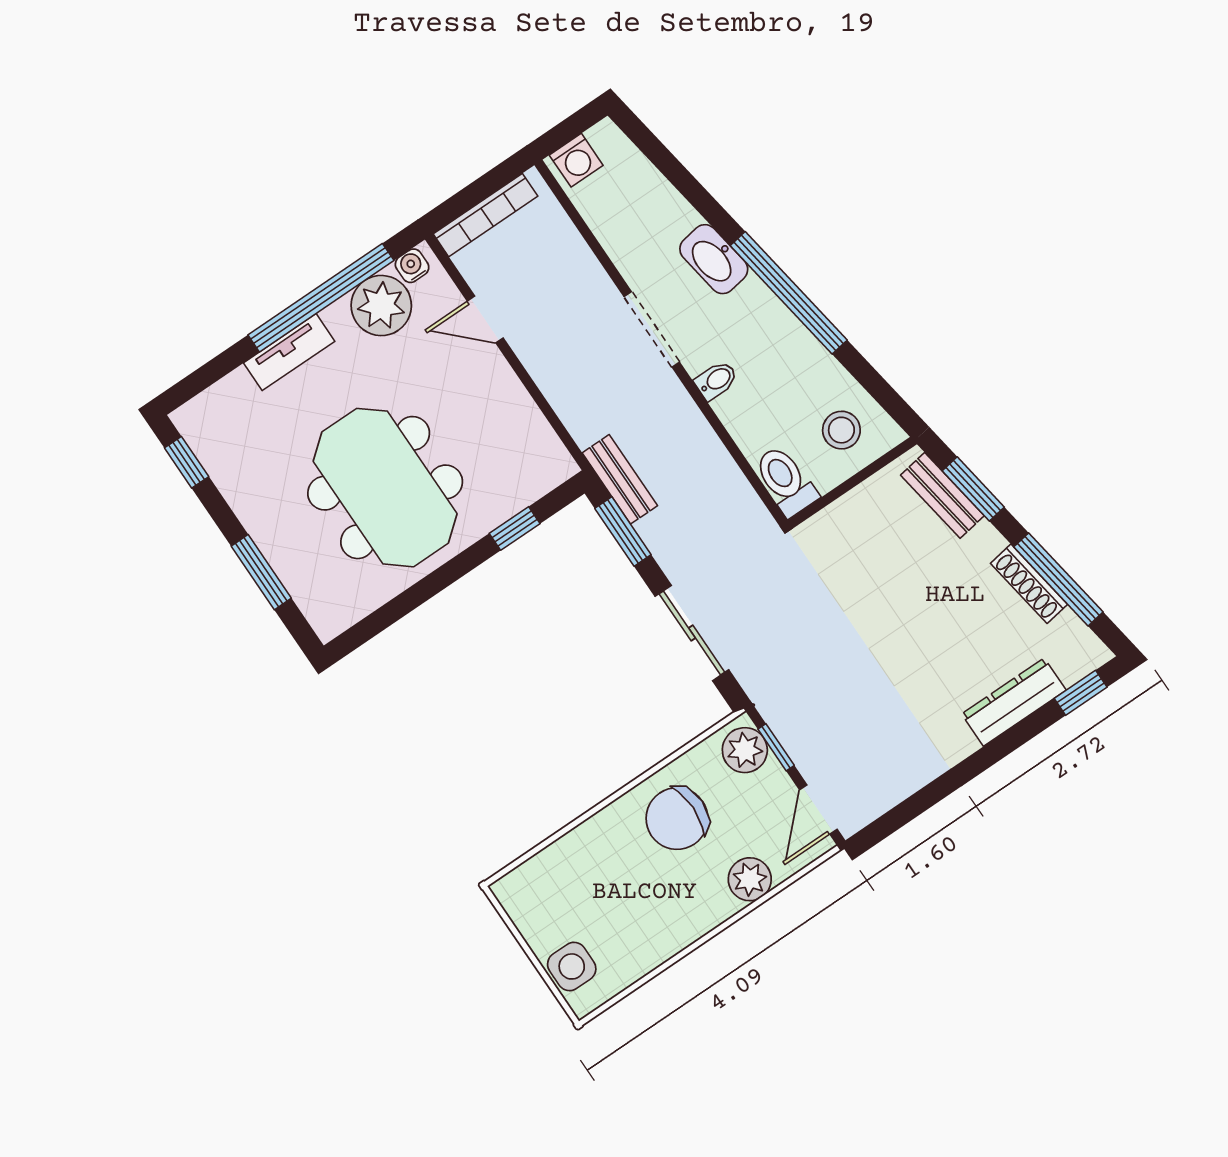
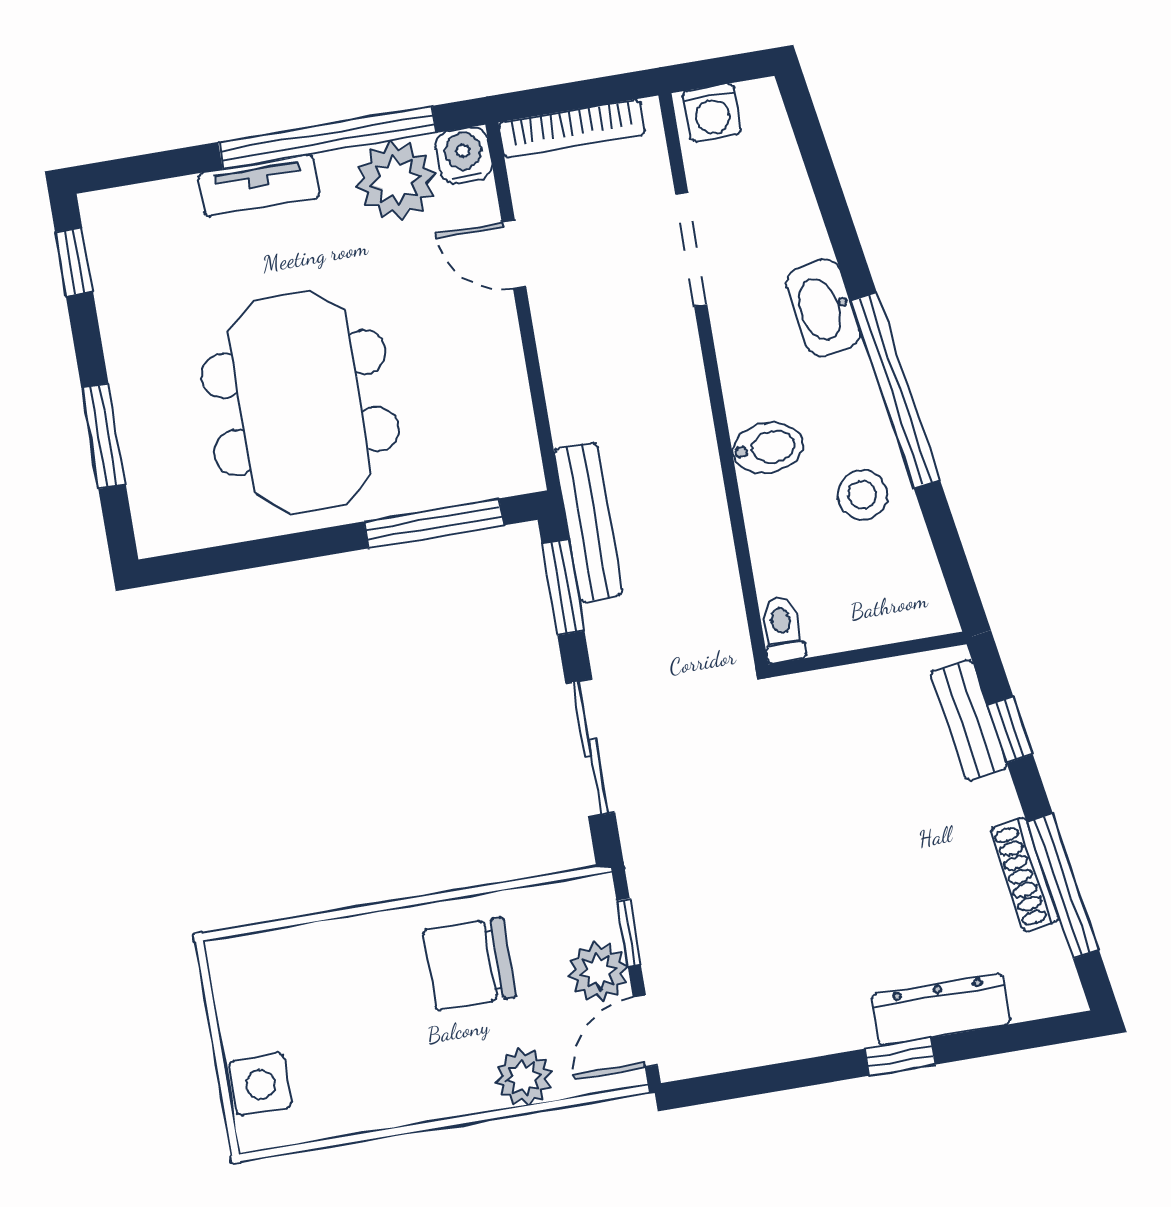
water cooler: (412, 266) -> (464, 155), width x1.38, depth x1.38
doorway: (652, 329) -> (691, 249), moved
bidet: (716, 380) -> (768, 448), width x1.38, depth x1.36
stool: (841, 430) -> (862, 495), moved
bench: (620, 479) -> (588, 522), width x1.36
toilet: (785, 481) -> (782, 629), width x0.73, depth x0.72
window: (973, 489) -> (1010, 729), width x0.67
window: (515, 528) -> (434, 523), width x2.17
window: (1081, 693) -> (900, 1057), moved
plant: (745, 750) -> (598, 972), moved

